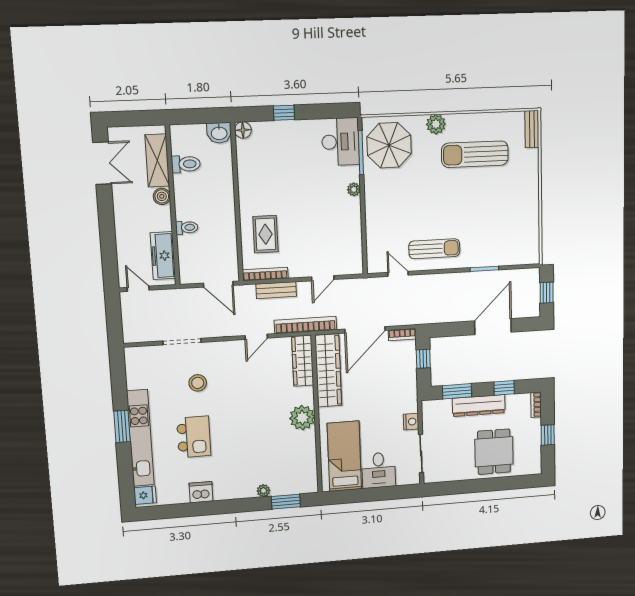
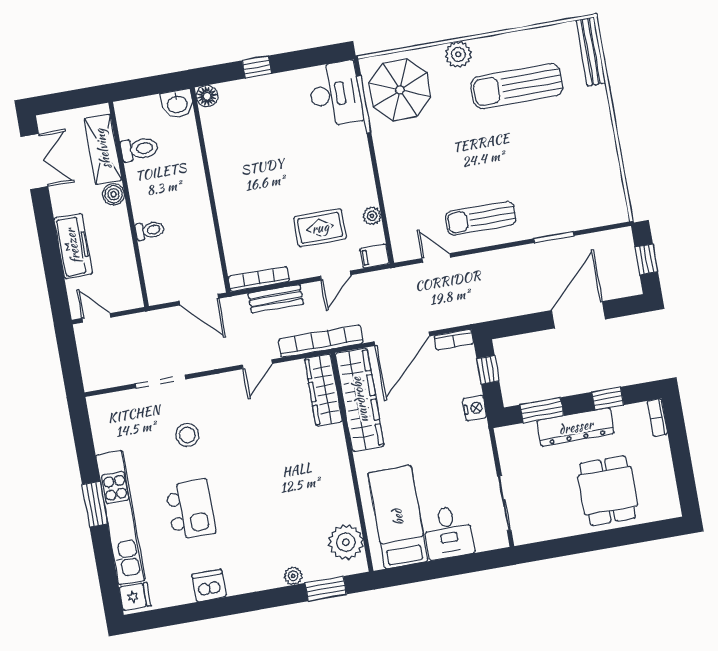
bench: (532, 129) -> (591, 52), width x1.36
plant: (354, 189) -> (372, 216), moved
rug: (265, 234) -> (320, 228), moved, turned 90
sun lounger: (434, 249) -> (481, 218), turned 180
freezer: (163, 256) -> (73, 246), moved, turned 180
filing cabinet: (353, 267) -> (375, 256), added
plant: (302, 418) -> (346, 542), moved
nightstand: (411, 422) -> (475, 408), moved
window: (548, 435) -> (682, 459), removed

